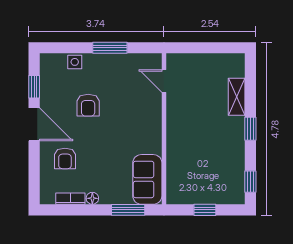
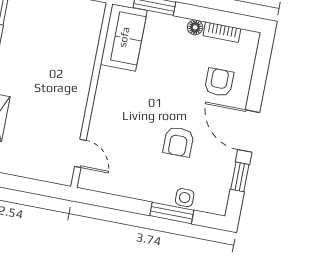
window: (110, 48) -> (172, 213), moved
armchair: (88, 105) -> (178, 142), turned 180

